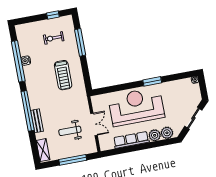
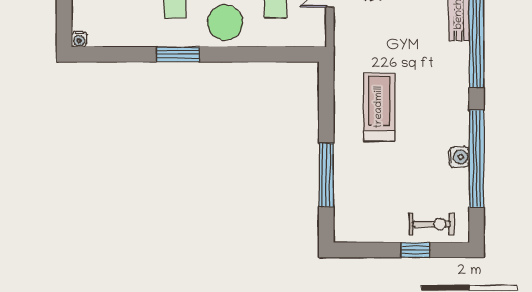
window: (53, 15) -> (415, 250), moved
exercise bike: (54, 38) -> (431, 224), moved

